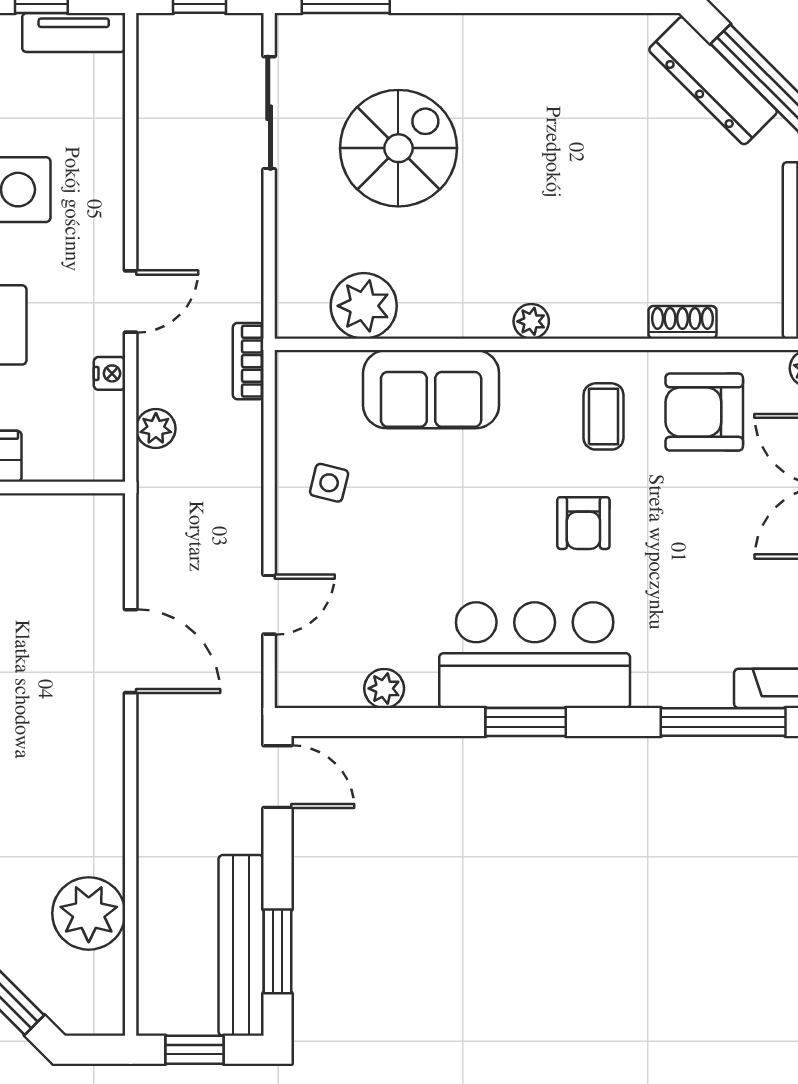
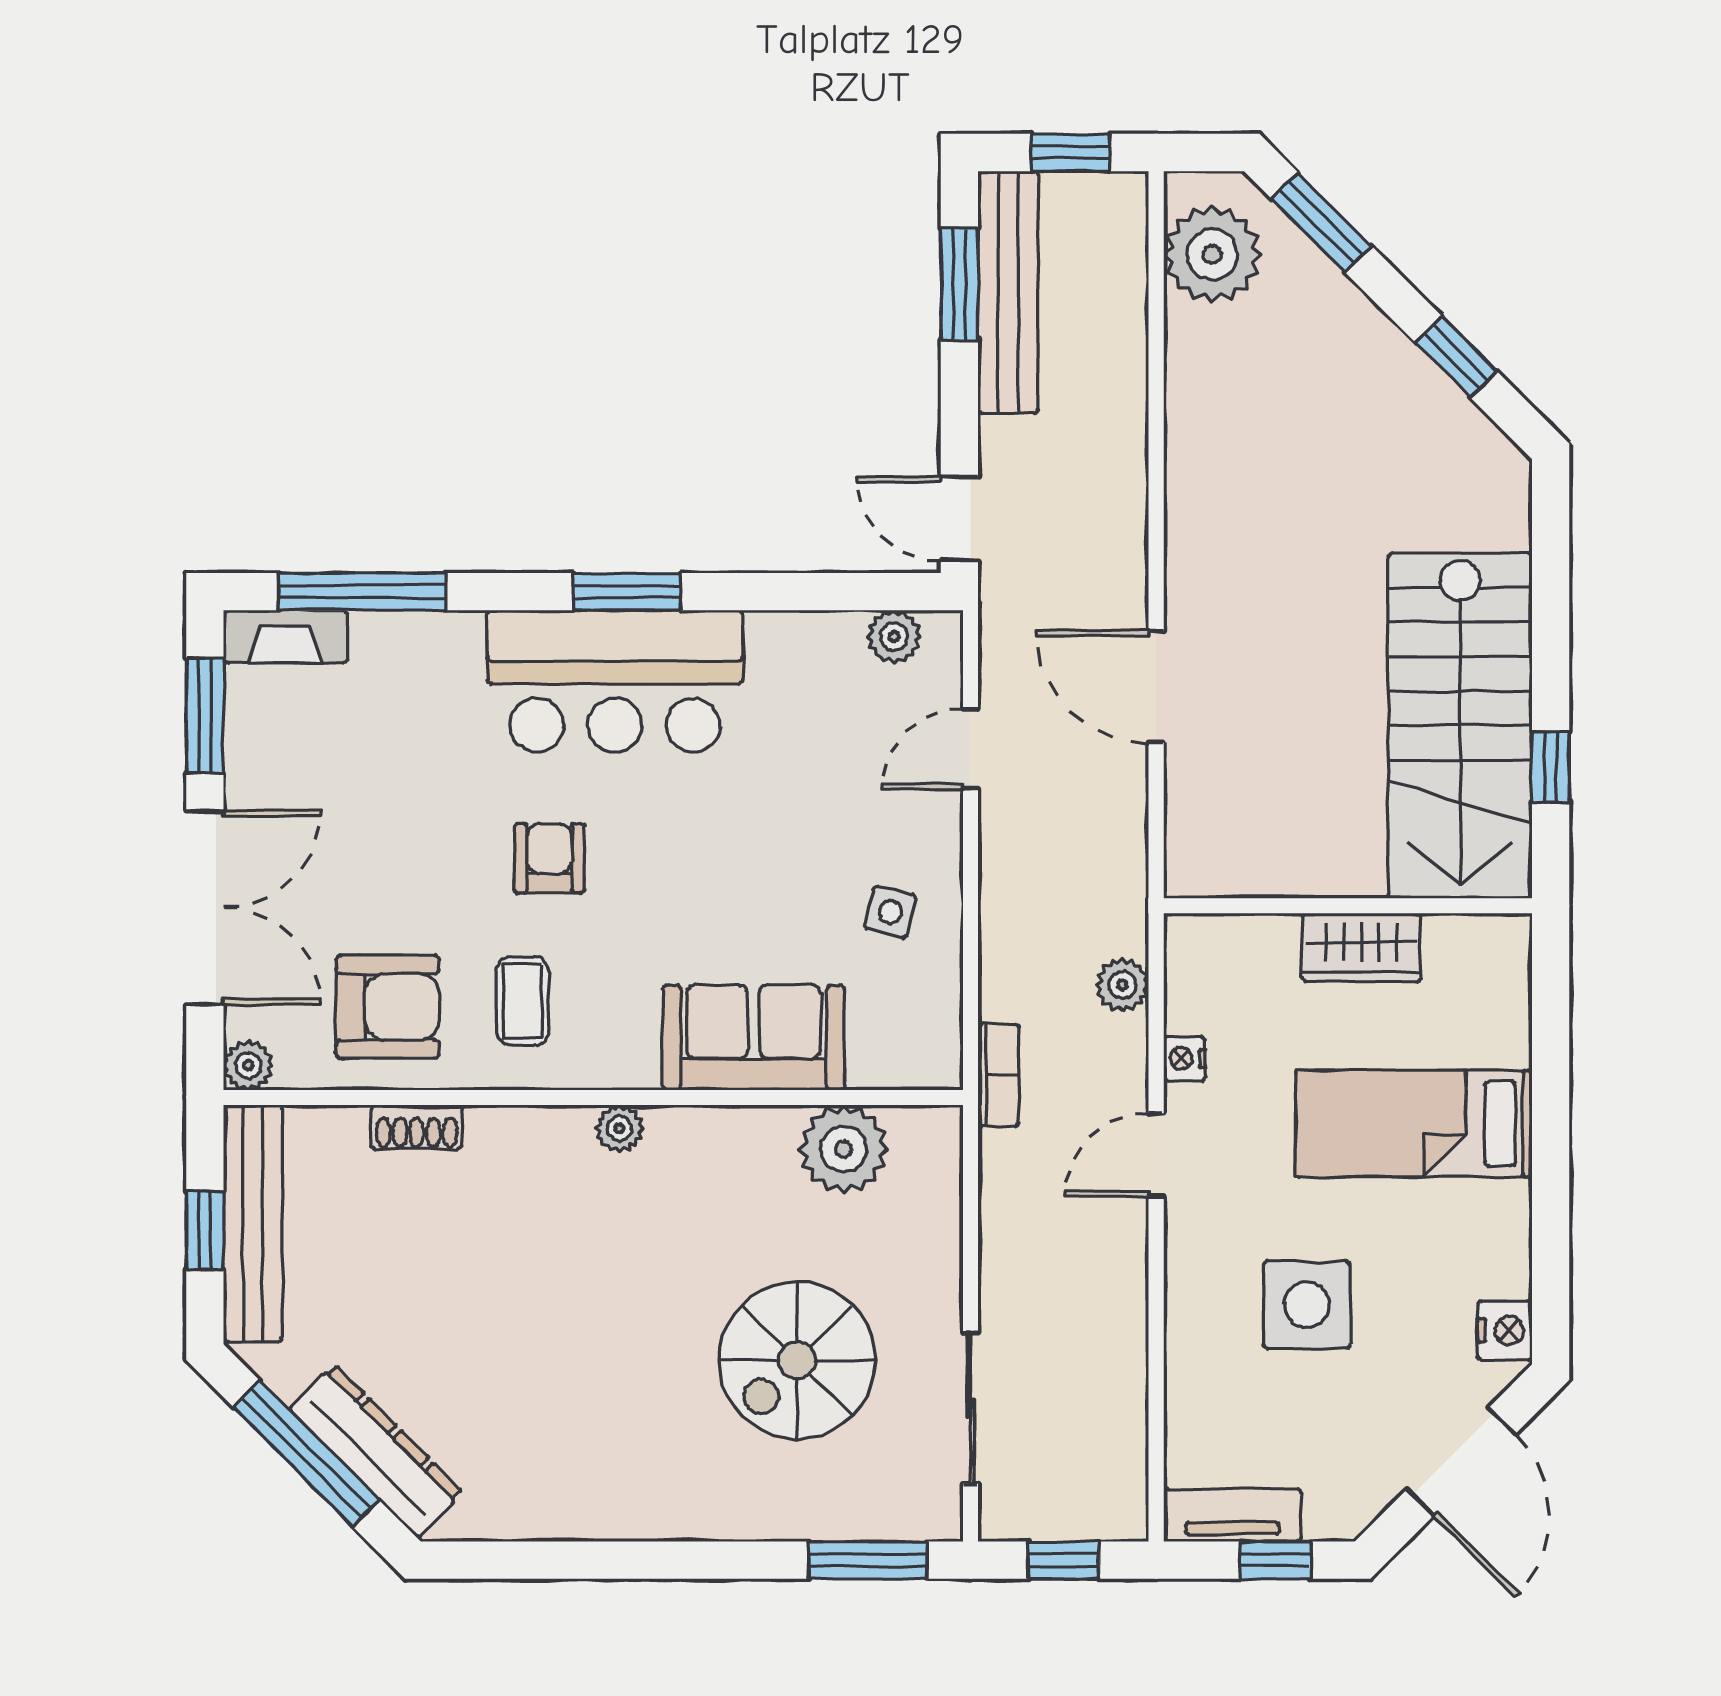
plant: (384, 688) -> (894, 637), moved
plant: (89, 913) -> (1212, 254), moved

